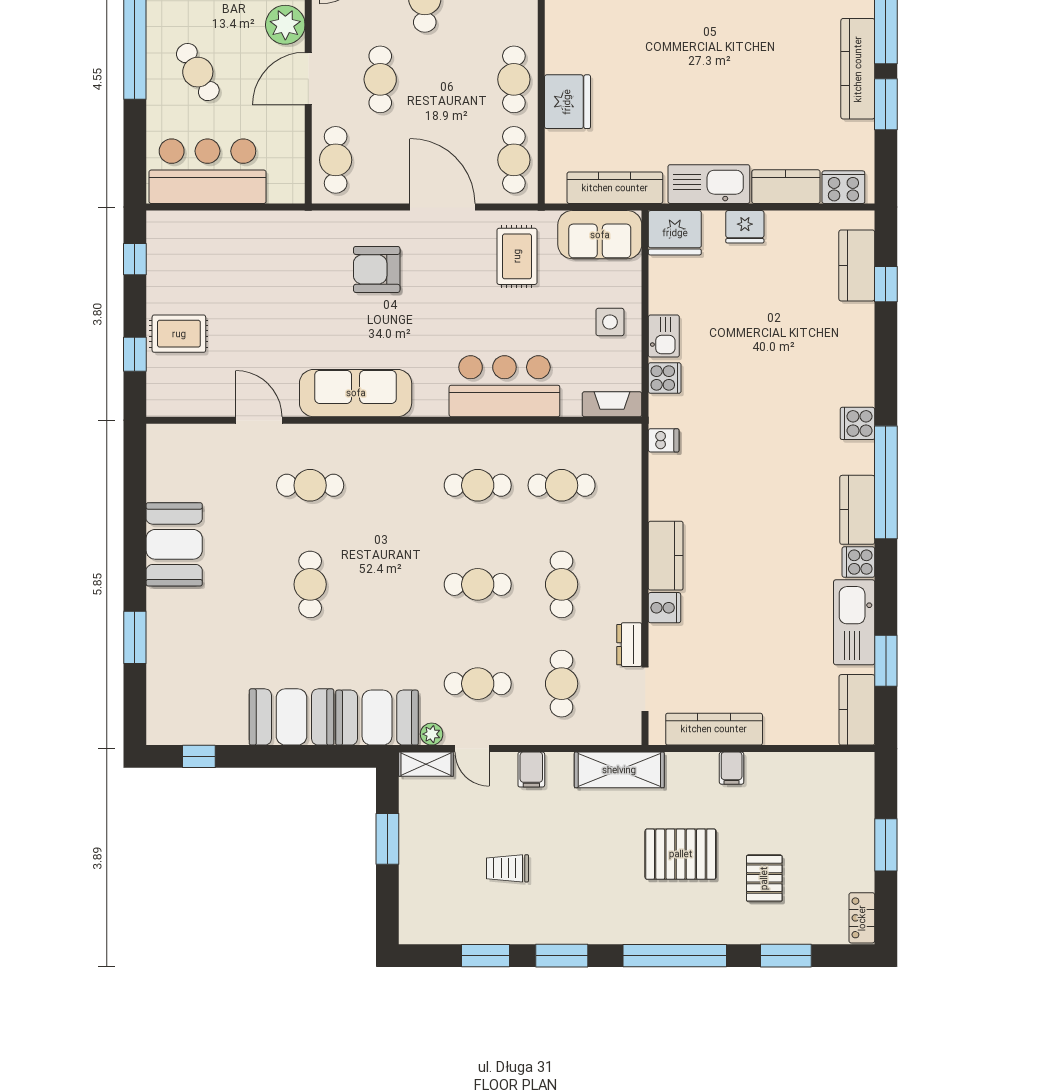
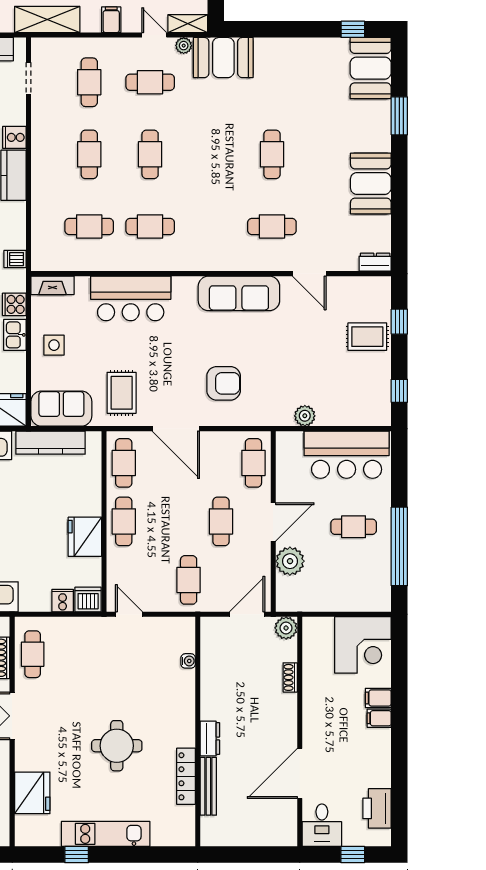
cafe table: (198, 72) -> (354, 527), turned -60
fridge: (567, 102) -> (85, 537), moved
plant: (265, 225) -> (305, 416), added
cafe table: (478, 584) -> (150, 154), turned 90
dresser: (629, 645) -> (375, 262), moved, turned -90
booth: (292, 717) -> (371, 68), moved, turned 90

